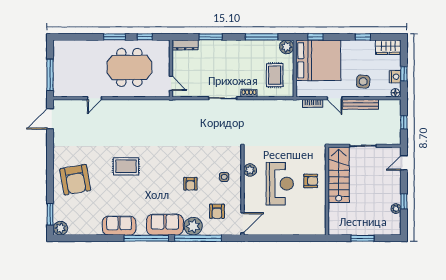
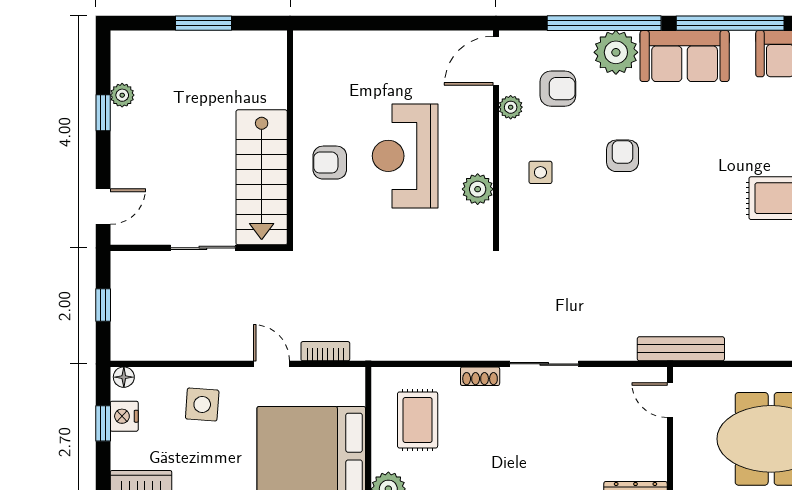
bench: (361, 104) -> (681, 349), moved
plant: (236, 204) -> (511, 107), added
armchair: (217, 211) -> (558, 89), turned 90

